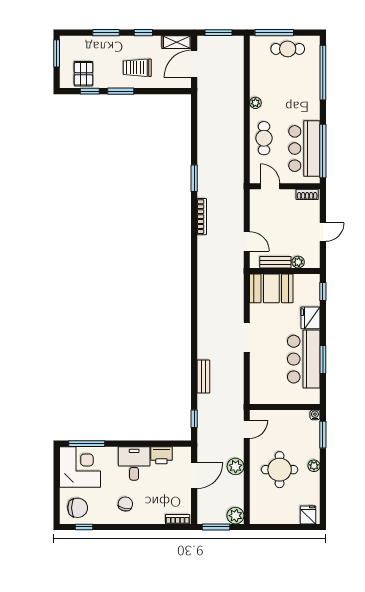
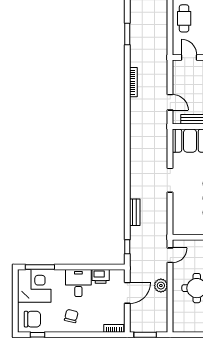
window: (194, 178) -> (127, 34), moved
plant: (235, 516) -> (161, 326), removed

